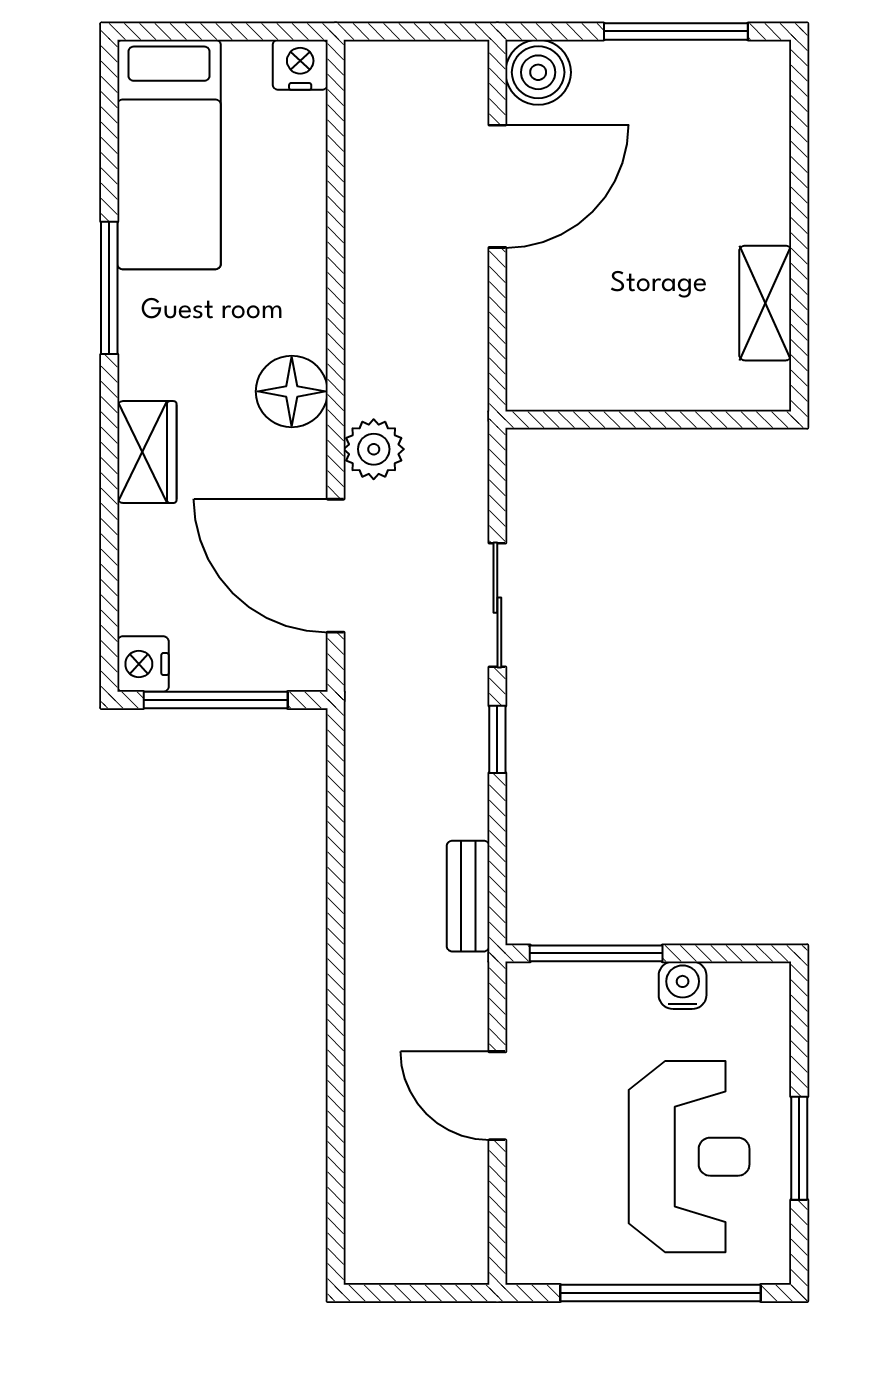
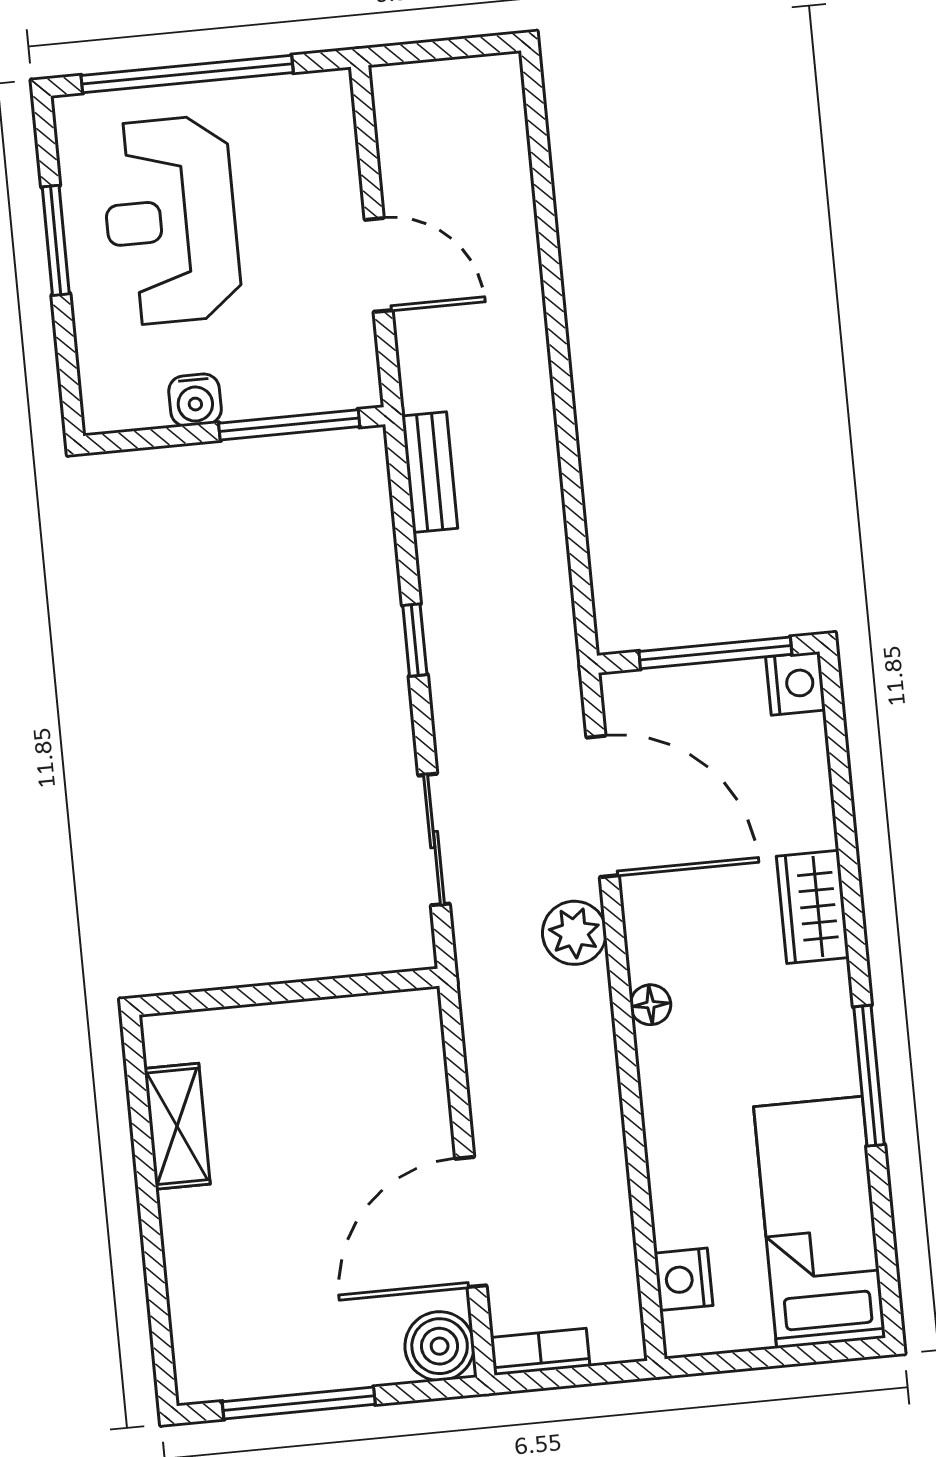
bookcase: (444, 58) -> (540, 1352), added
nightstand: (300, 65) -> (683, 1279), moved, turned 90
floor lamp: (292, 391) -> (650, 1005), width x0.53, depth x0.53
sliding door: (497, 605) -> (434, 840), moved

